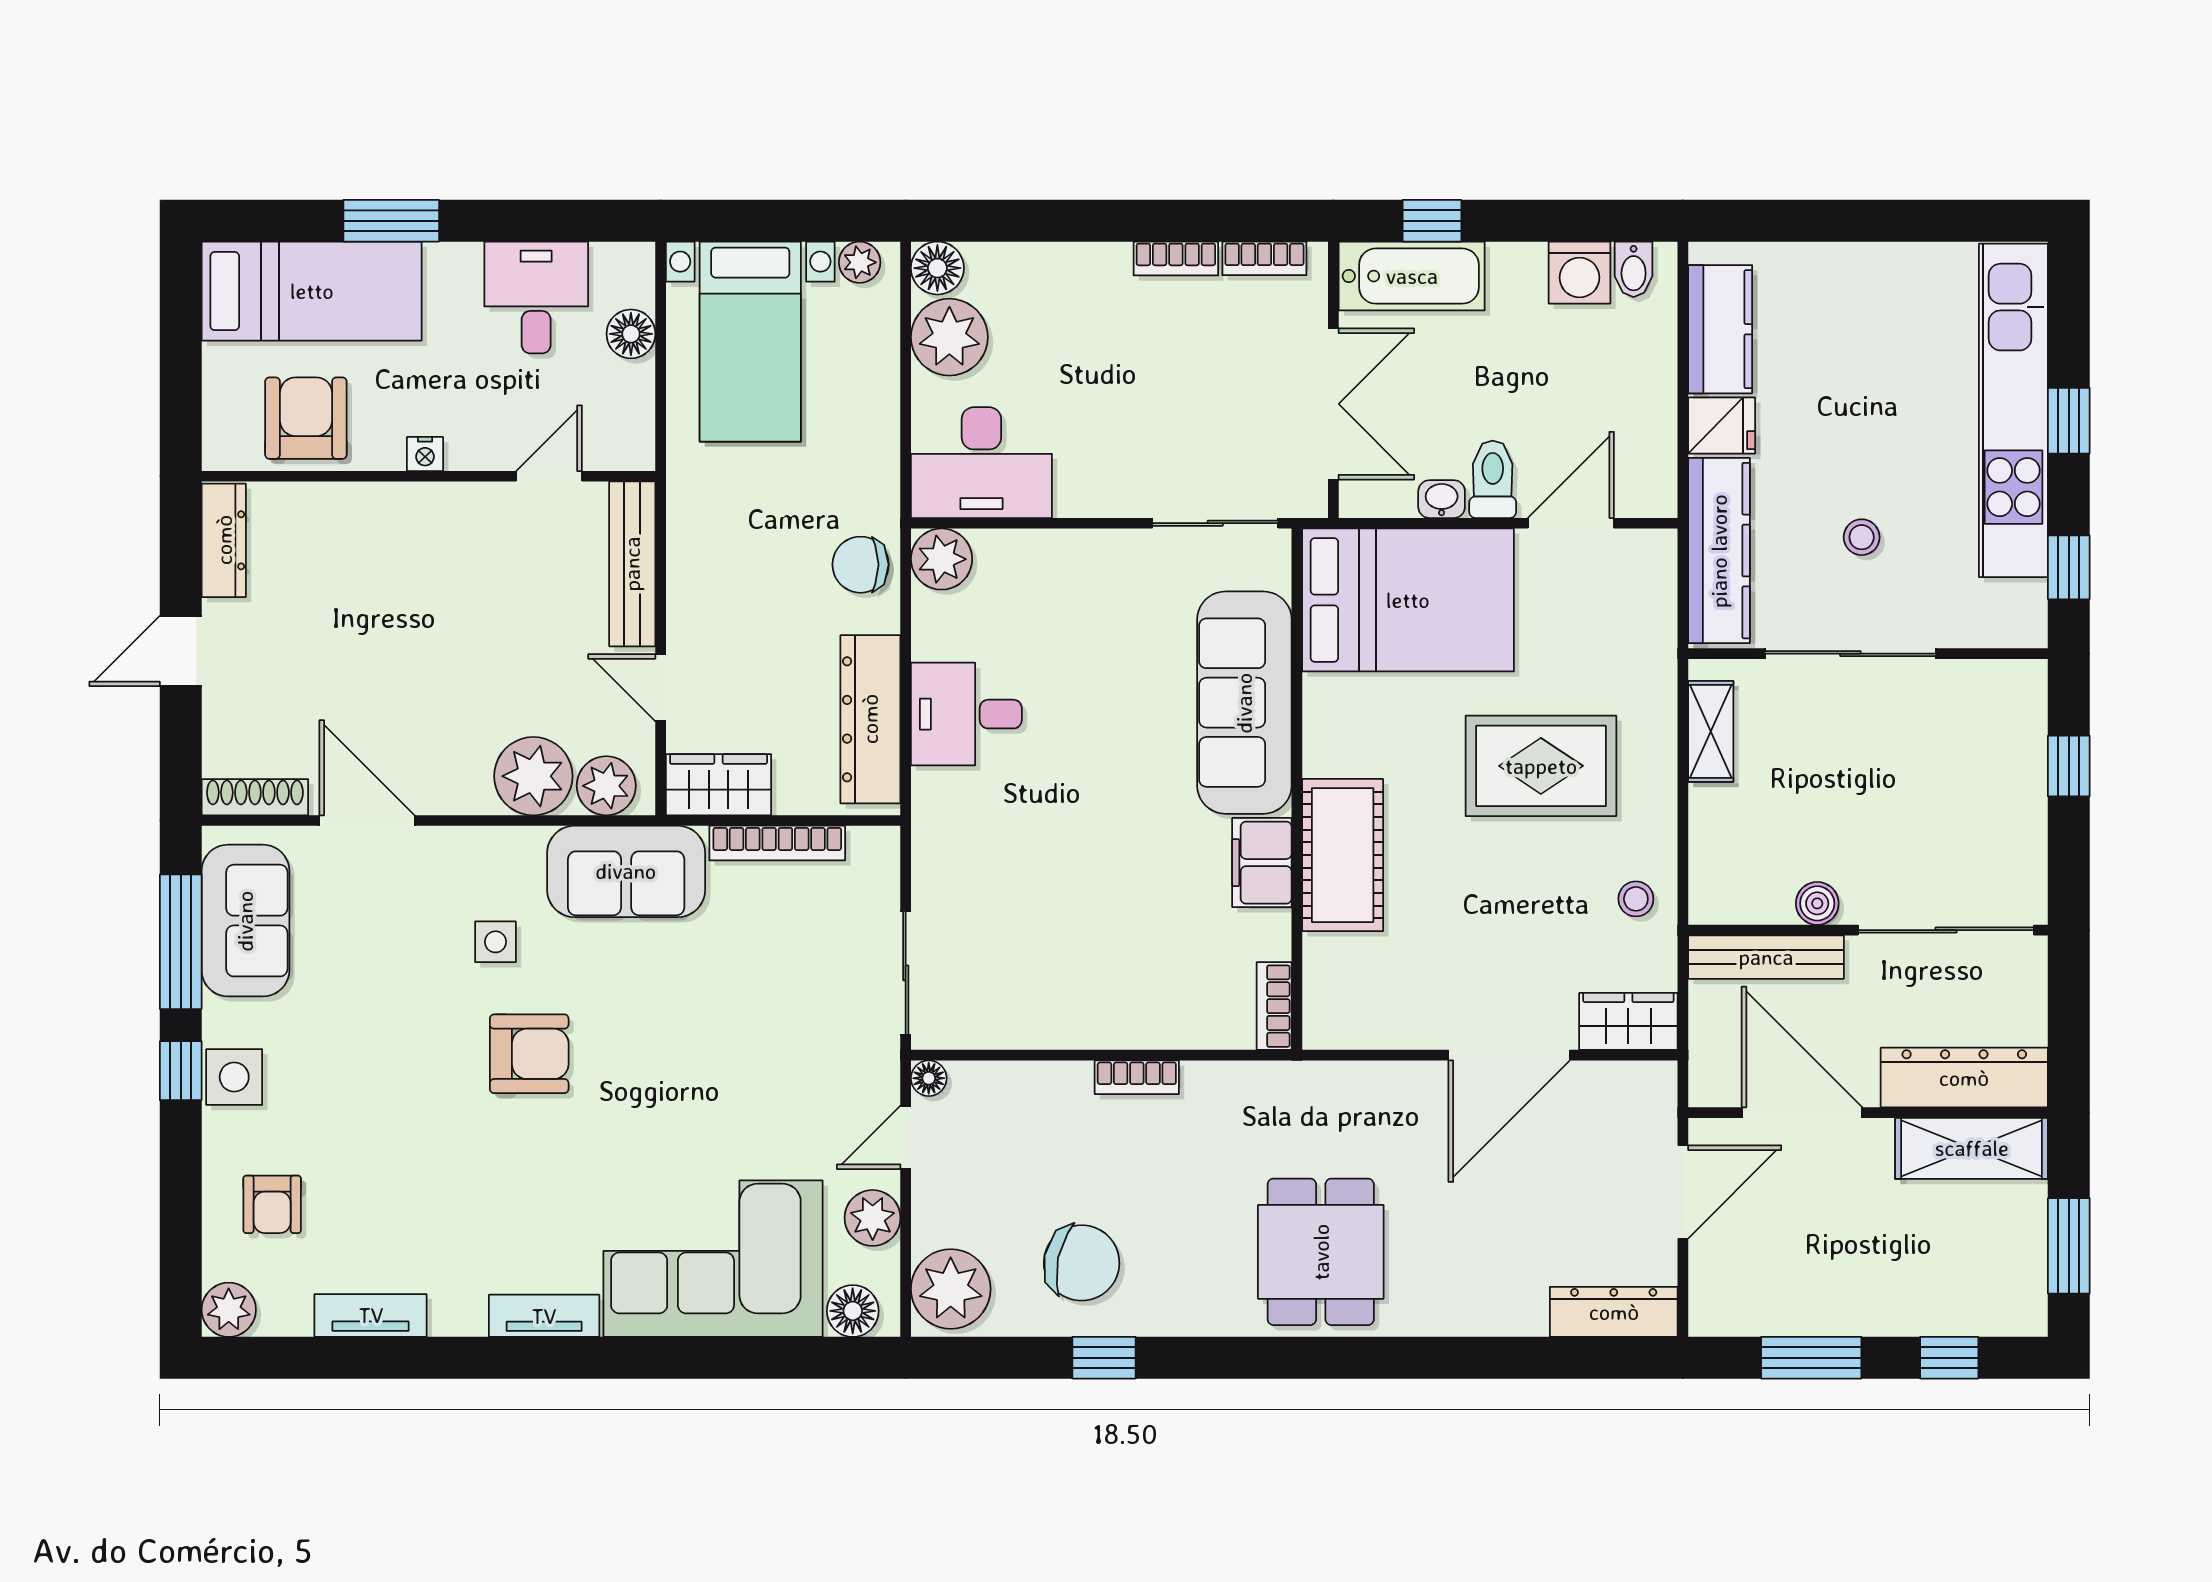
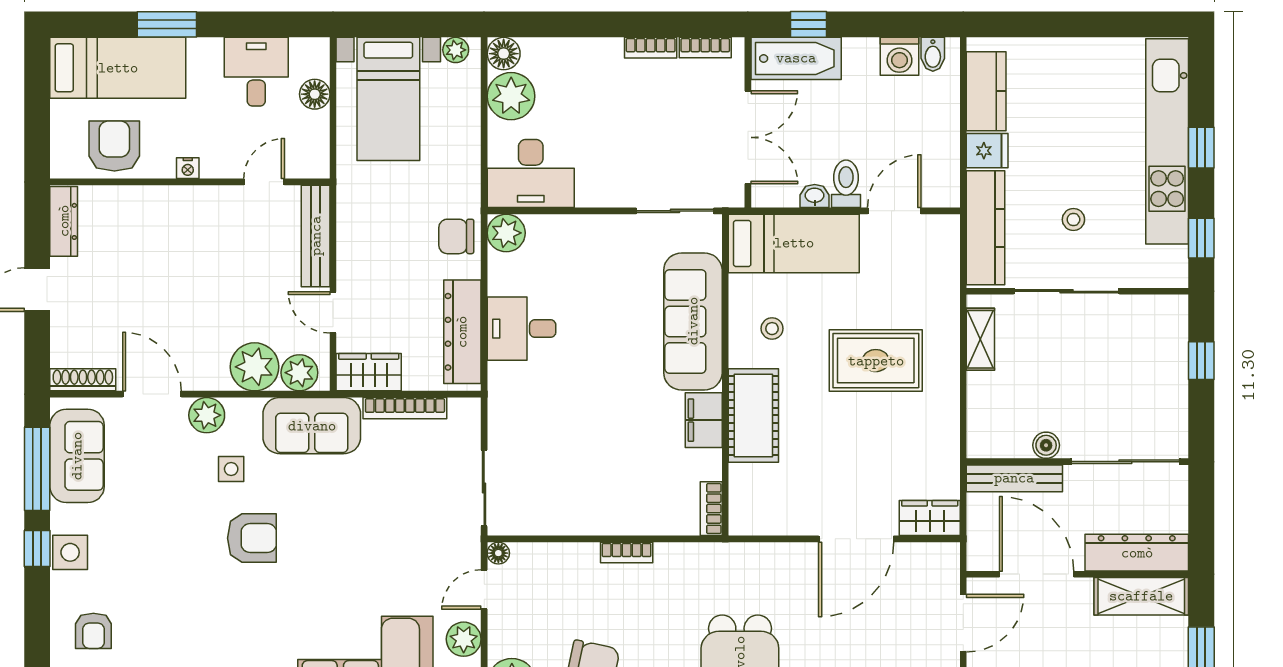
bed: (1408, 600) -> (794, 243), width x0.67
plant: (456, 855) -> (207, 415), added
stool: (1636, 899) -> (772, 329), moved

